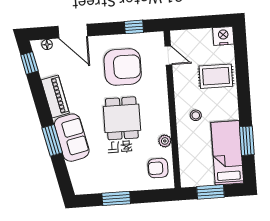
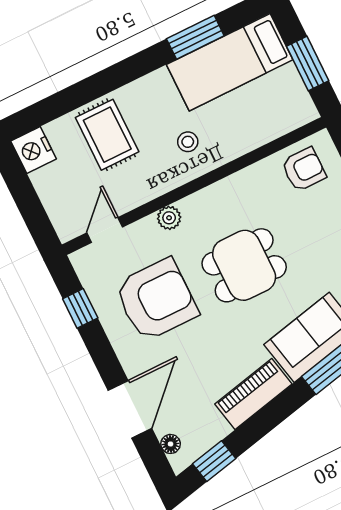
armchair: (123, 67) -> (156, 300), turned 90
plant: (165, 141) -> (169, 218), moved
armchair: (158, 168) -> (304, 169), turned -90

